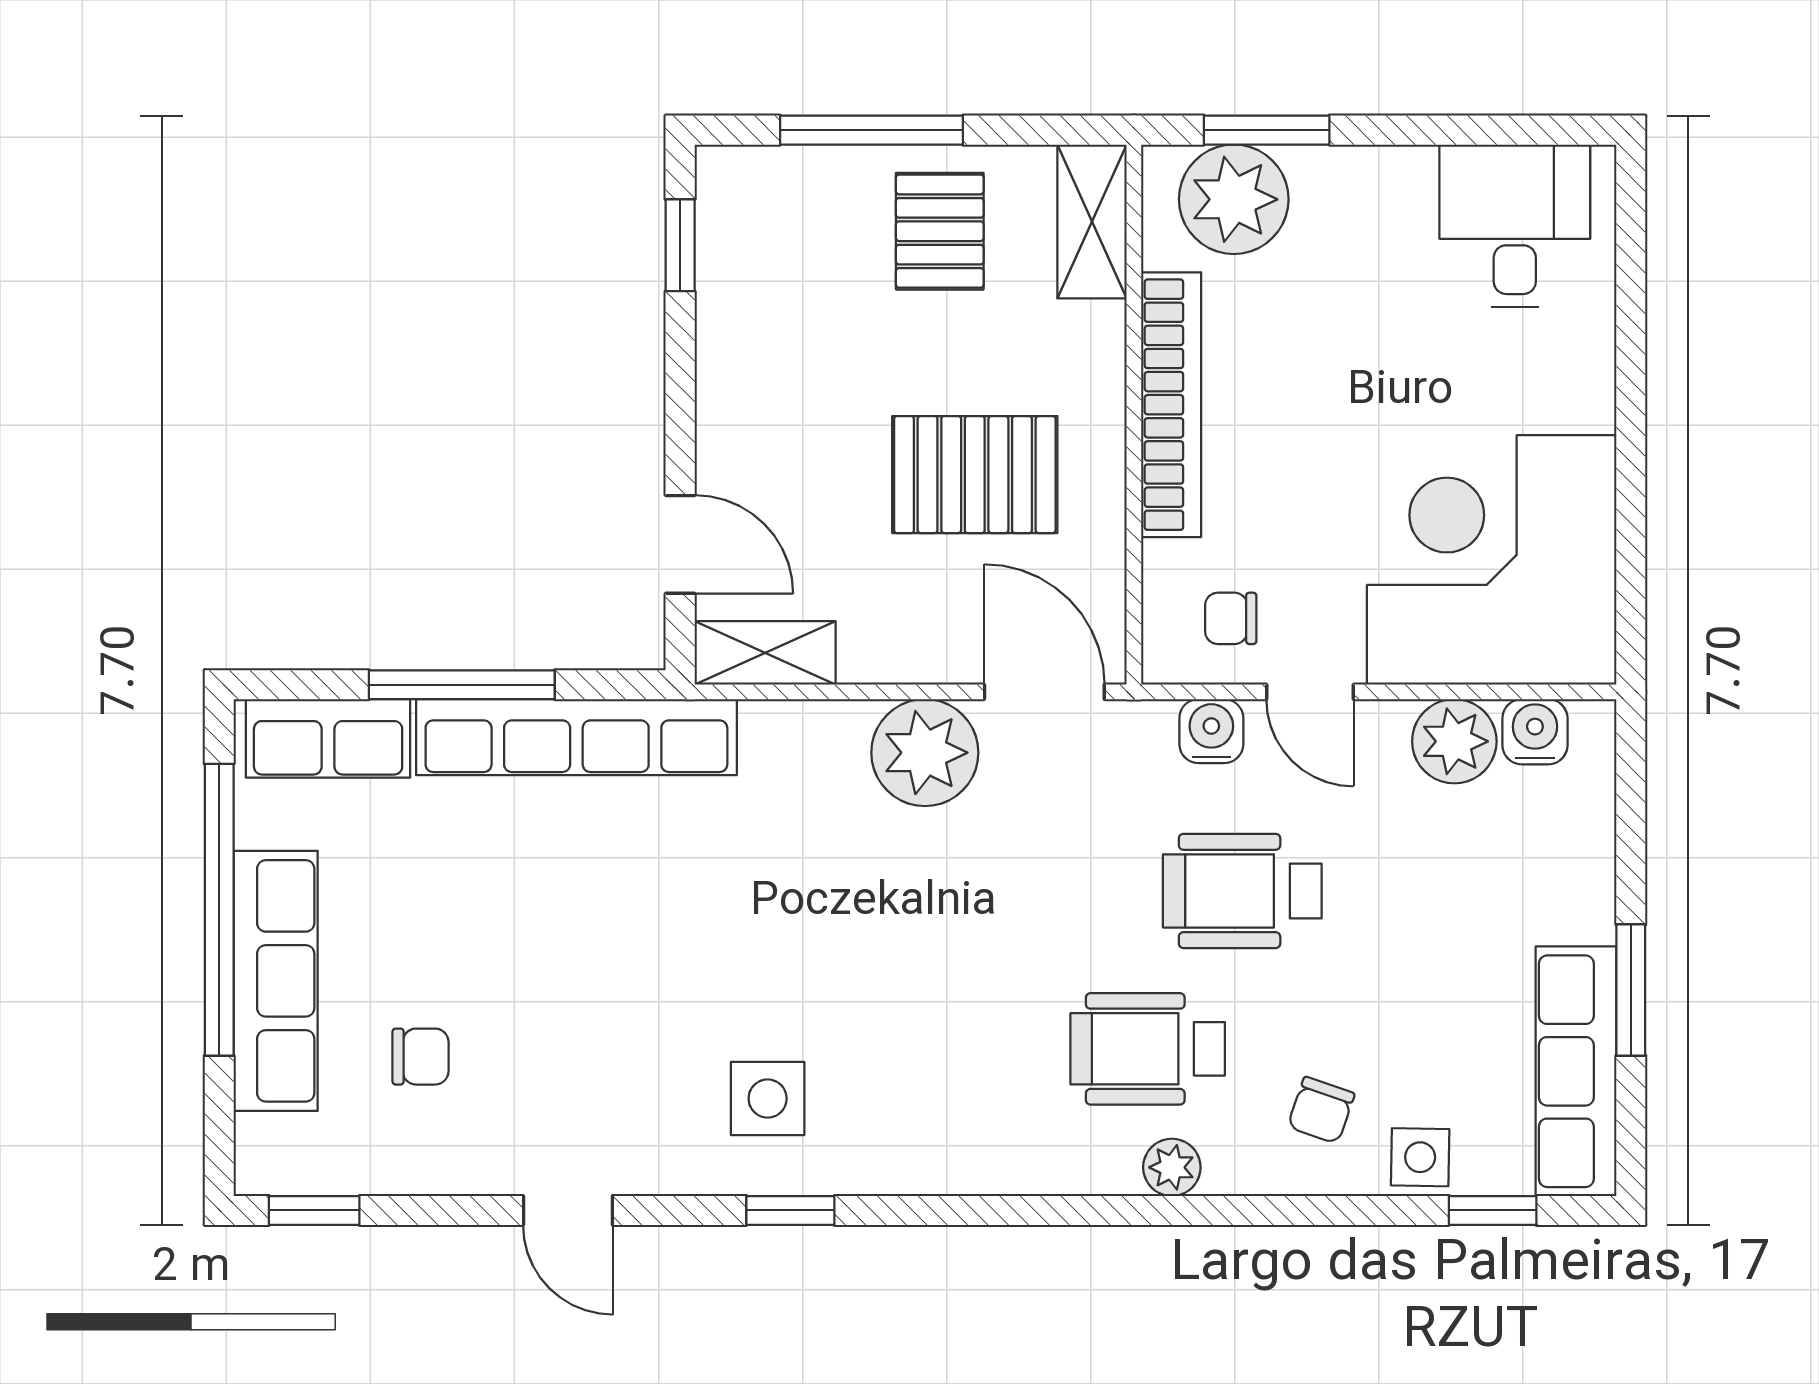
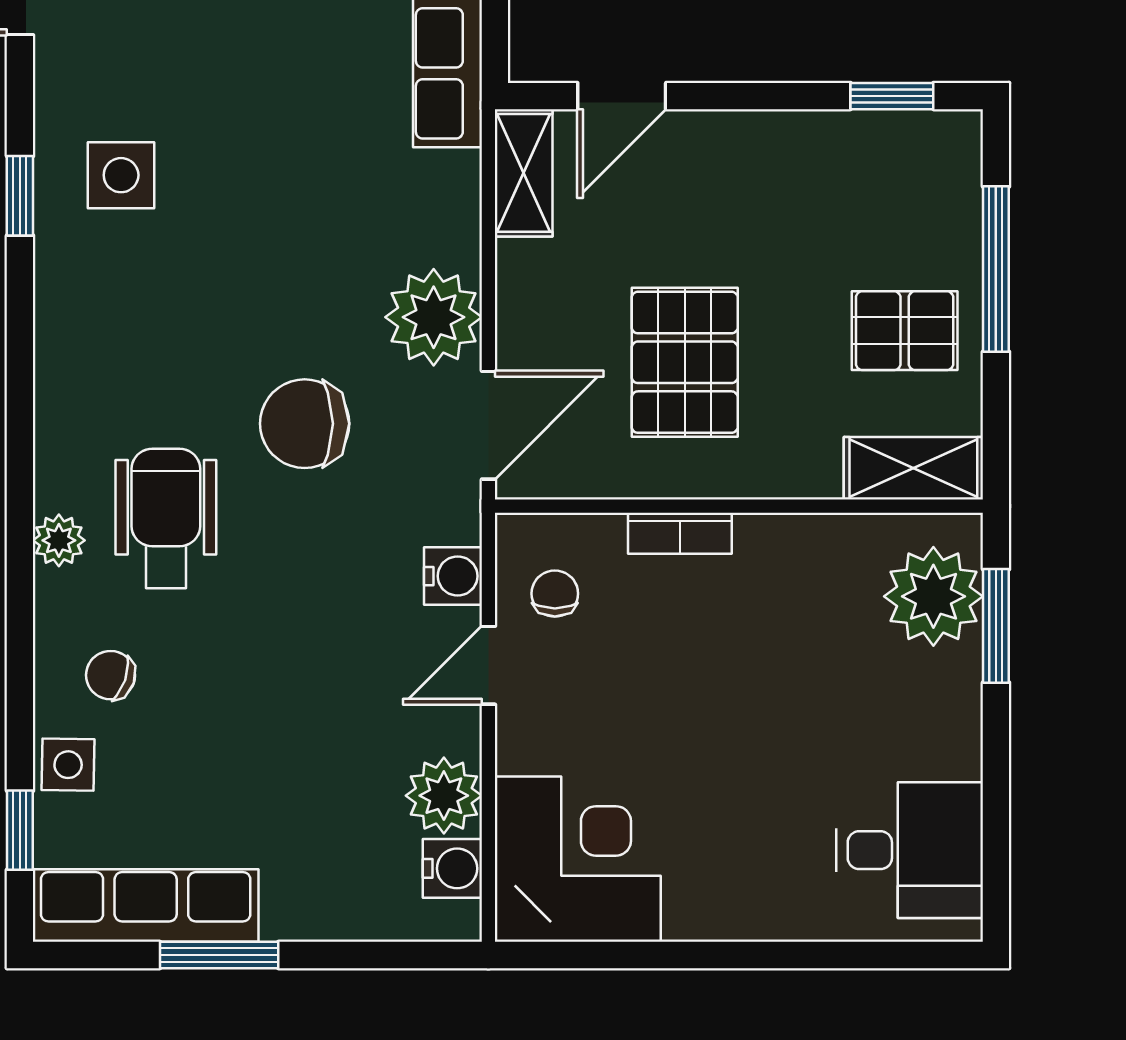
bookcase: (1171, 405) -> (680, 533), width x0.43, depth x0.76
corner desk: (1492, 560) -> (578, 859), width x0.74, depth x0.74
wheelchair: (1242, 891) -> (309, 604), removed
chair: (1043, 895) -> (305, 424), added

